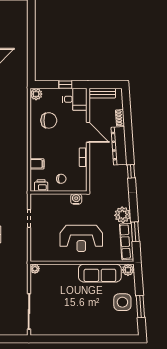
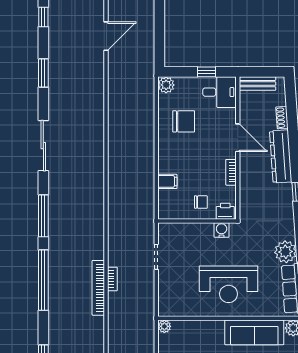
printer: (41, 185) -> (225, 211), moved

